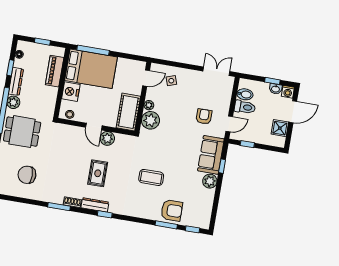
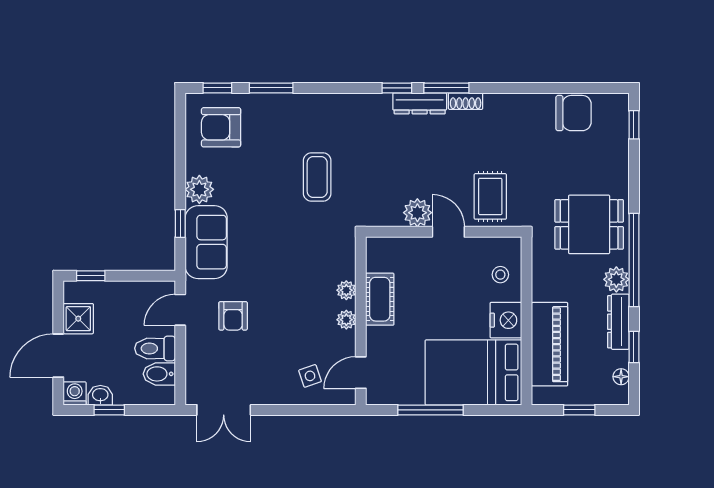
window: (93, 50) -> (430, 410), moved
piano: (55, 71) -> (550, 344), width x1.37, depth x1.33
cot: (128, 112) -> (380, 299), width x0.73, depth x0.75
plant: (150, 120) -> (346, 290), width x0.53, depth x0.53
door: (94, 127) -> (448, 232), moved
wall: (96, 127) -> (444, 232), moved
plant: (107, 138) -> (417, 213), moved
window: (247, 144) -> (91, 276), moved
rug: (98, 173) -> (490, 196), moved
chair: (27, 175) -> (574, 113), moved
coffee table: (151, 177) -> (317, 177), turned 90
window: (59, 207) -> (446, 88), moved
armchair: (172, 210) -> (221, 127), moved

